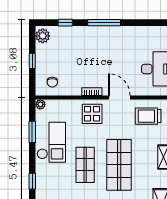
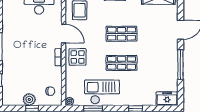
plant: (43, 36) -> (29, 99), moved
door: (119, 98) -> (64, 34), swing flipped
shop shelf: (119, 165) -> (121, 34), width x0.70, depth x0.74

